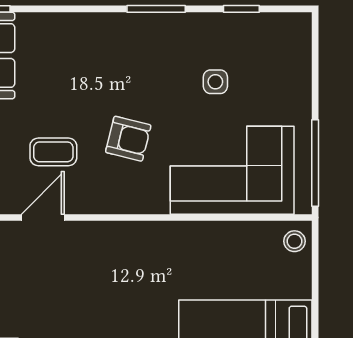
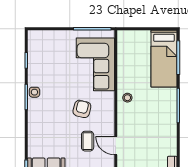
side table: (215, 82) -> (34, 92), moved
stool: (294, 241) -> (127, 98), moved

